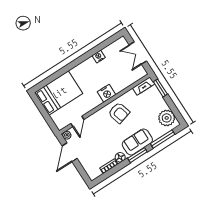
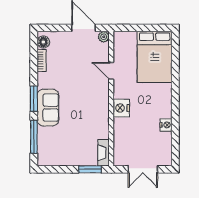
double door: (138, 53) -> (143, 169), swing flipped
armchair: (119, 113) -> (92, 108), removed
plant: (167, 118) -> (53, 156), removed
door: (77, 121) -> (111, 71), moved
floor lamp: (120, 157) -> (43, 42), moved

